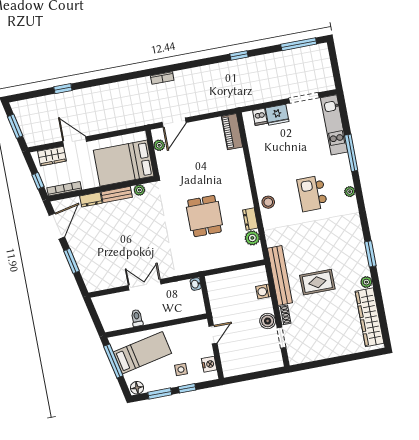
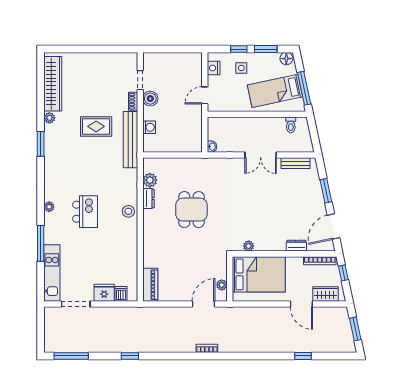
bench: (117, 195) -> (296, 163), moved
toilet: (137, 318) -> (291, 125), moved

